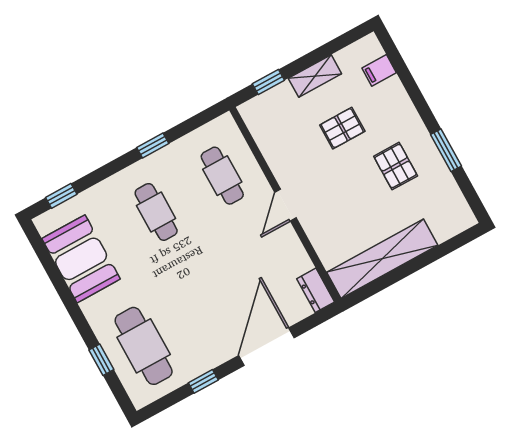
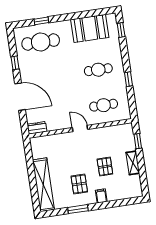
filing cabinet: (379, 70) -> (101, 196), moved
pallet: (396, 166) -> (79, 184), turned 90
shelving: (382, 259) -> (43, 185), moved

